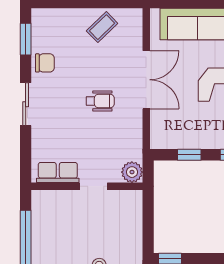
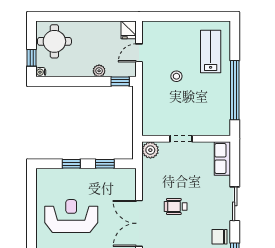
row of seats: (58, 172) -> (222, 159), moved, turned 90

